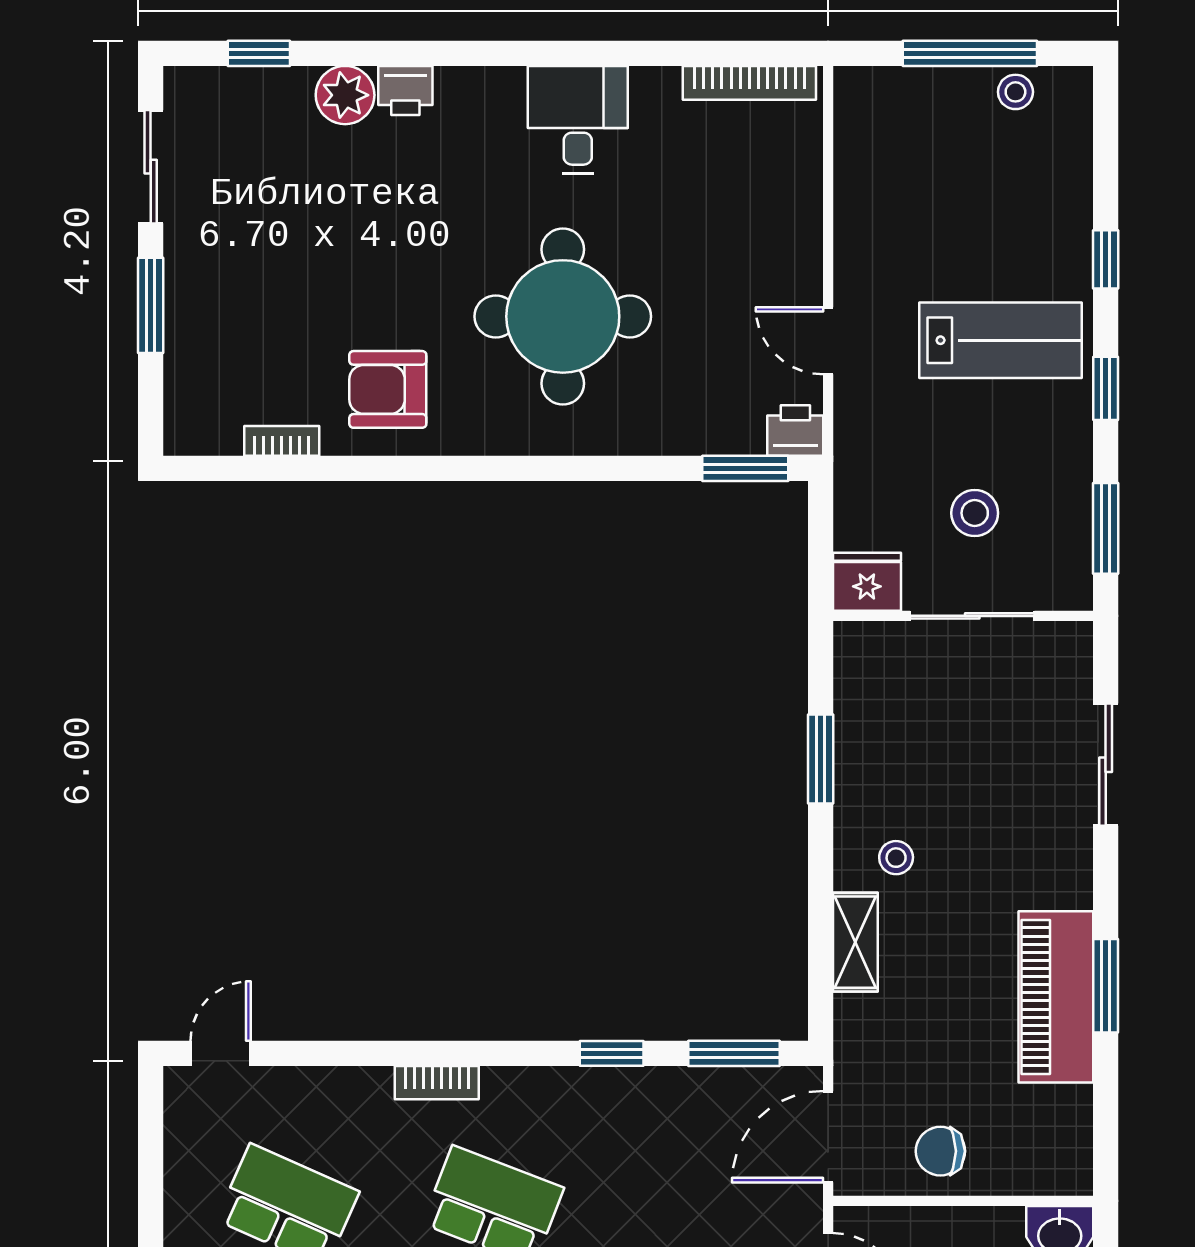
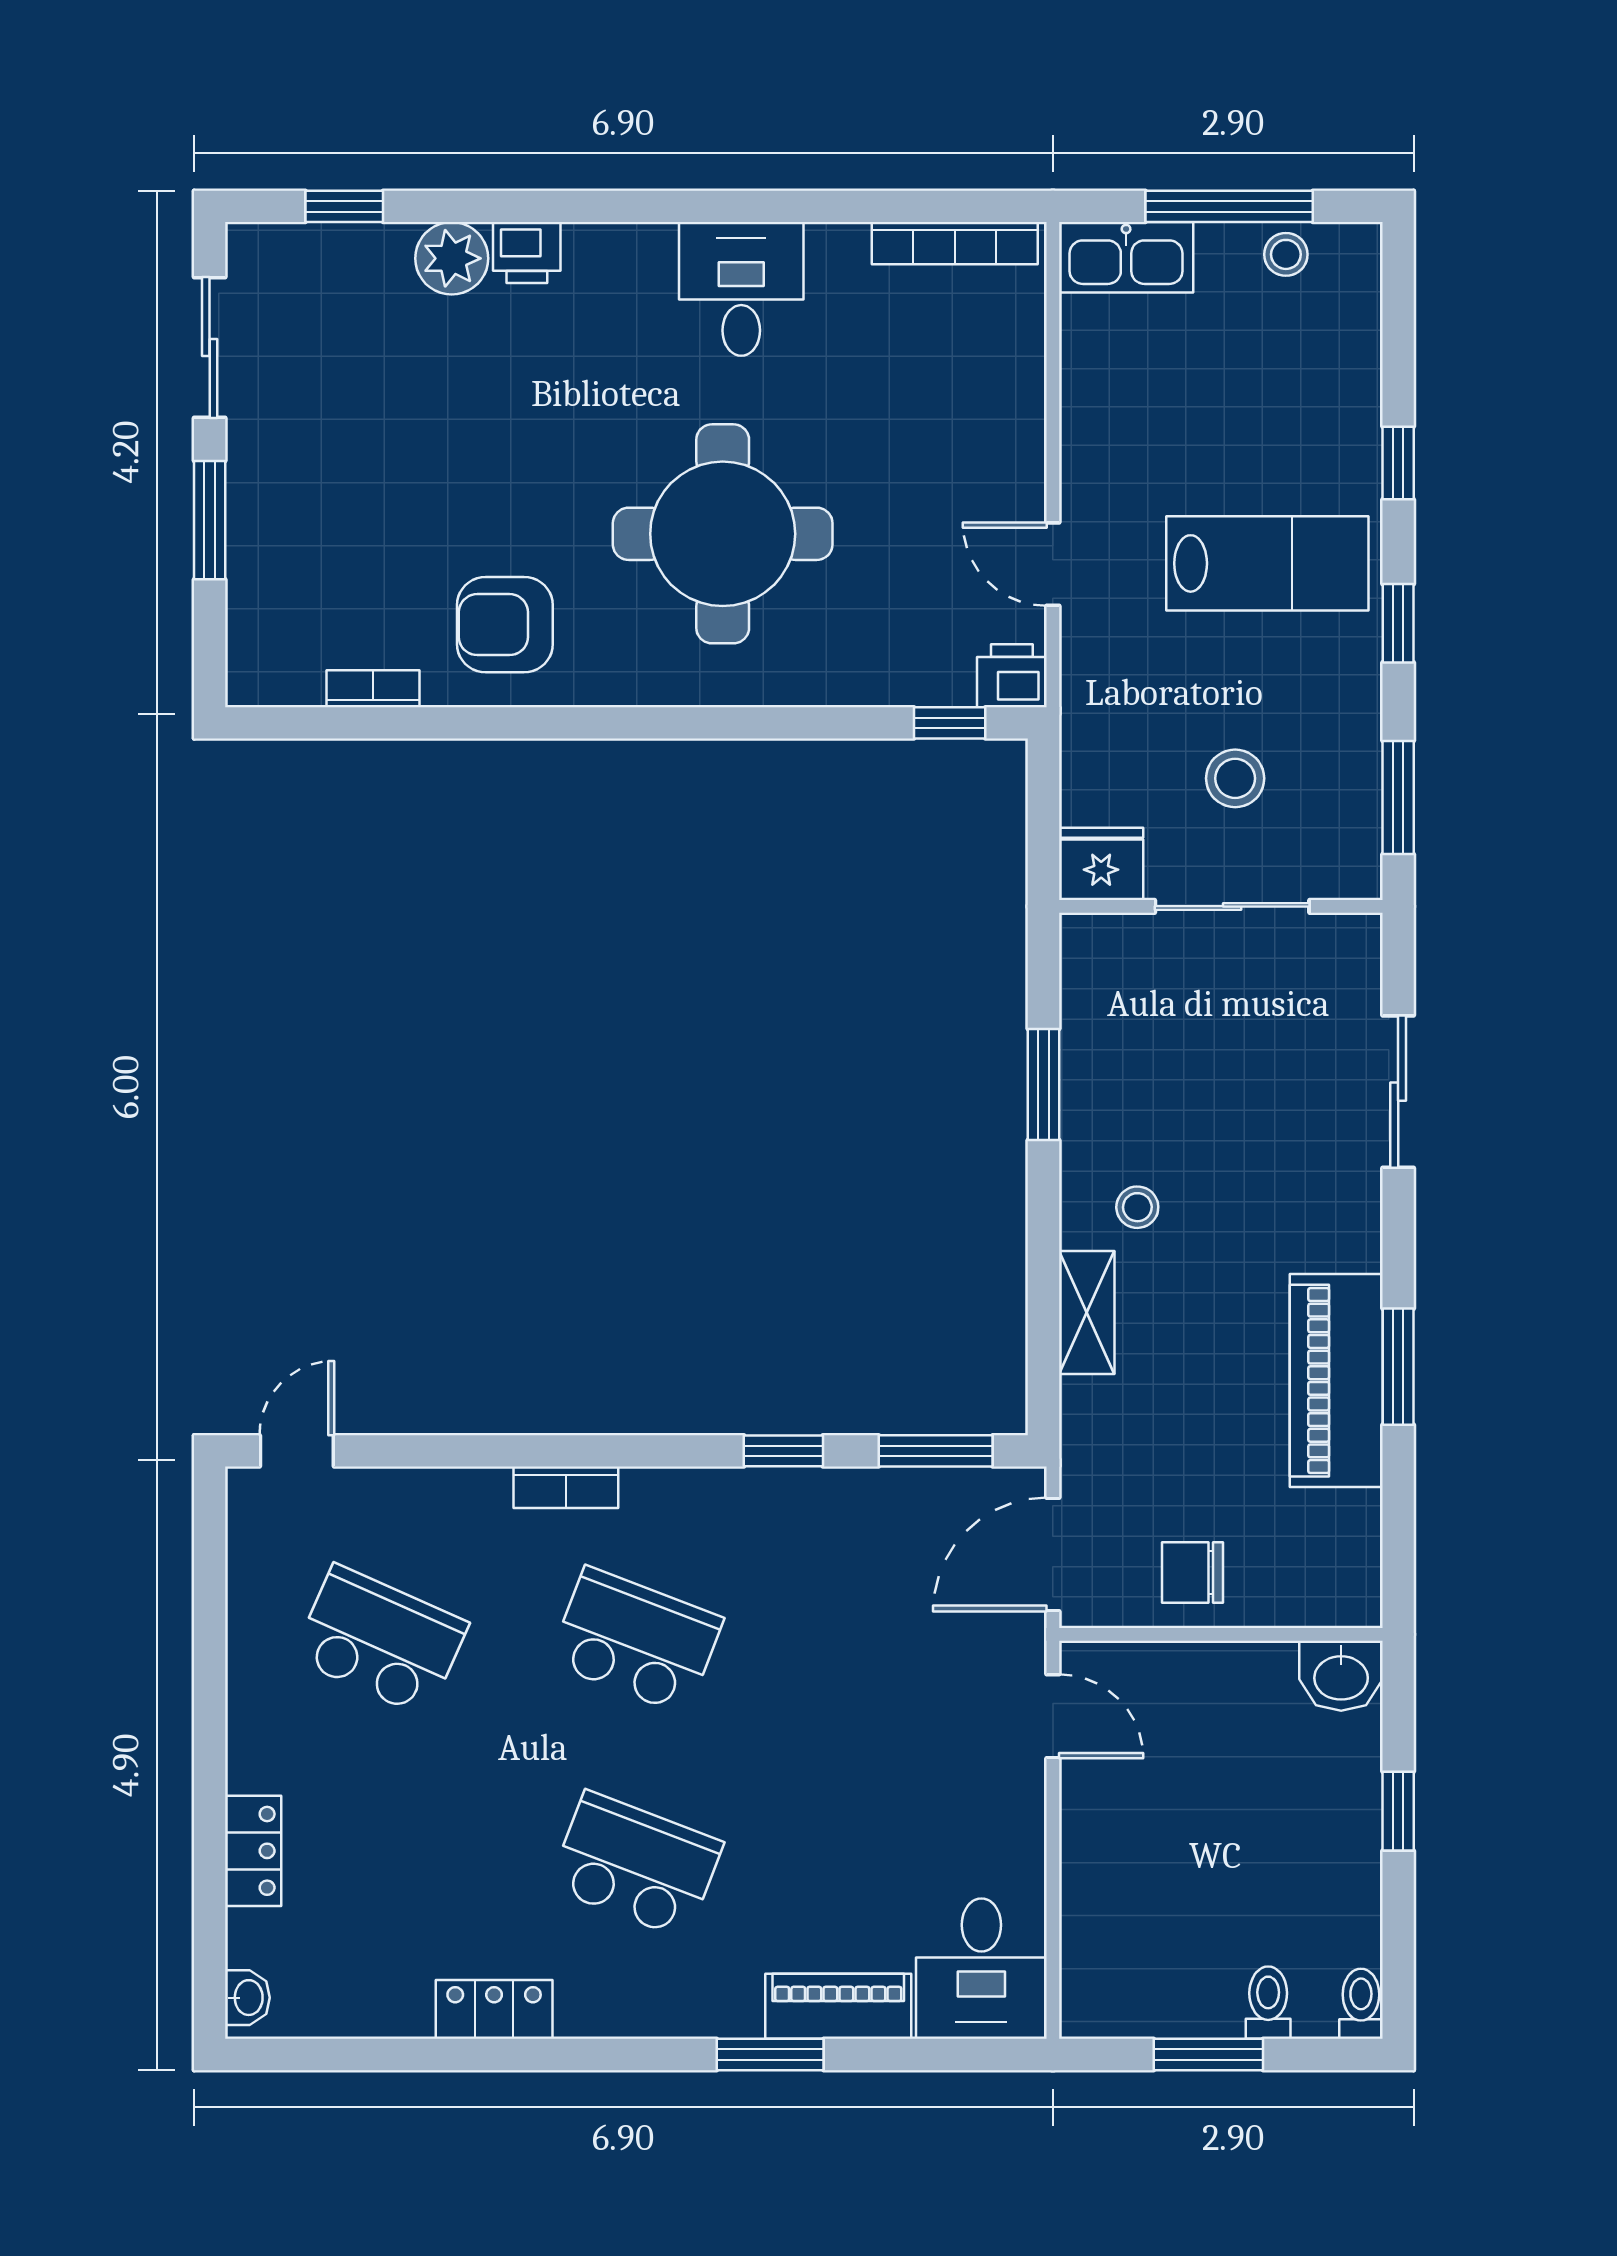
kitchen sink: (887, 94) -> (1126, 257), added
window: (745, 468) -> (950, 723), width x0.67

